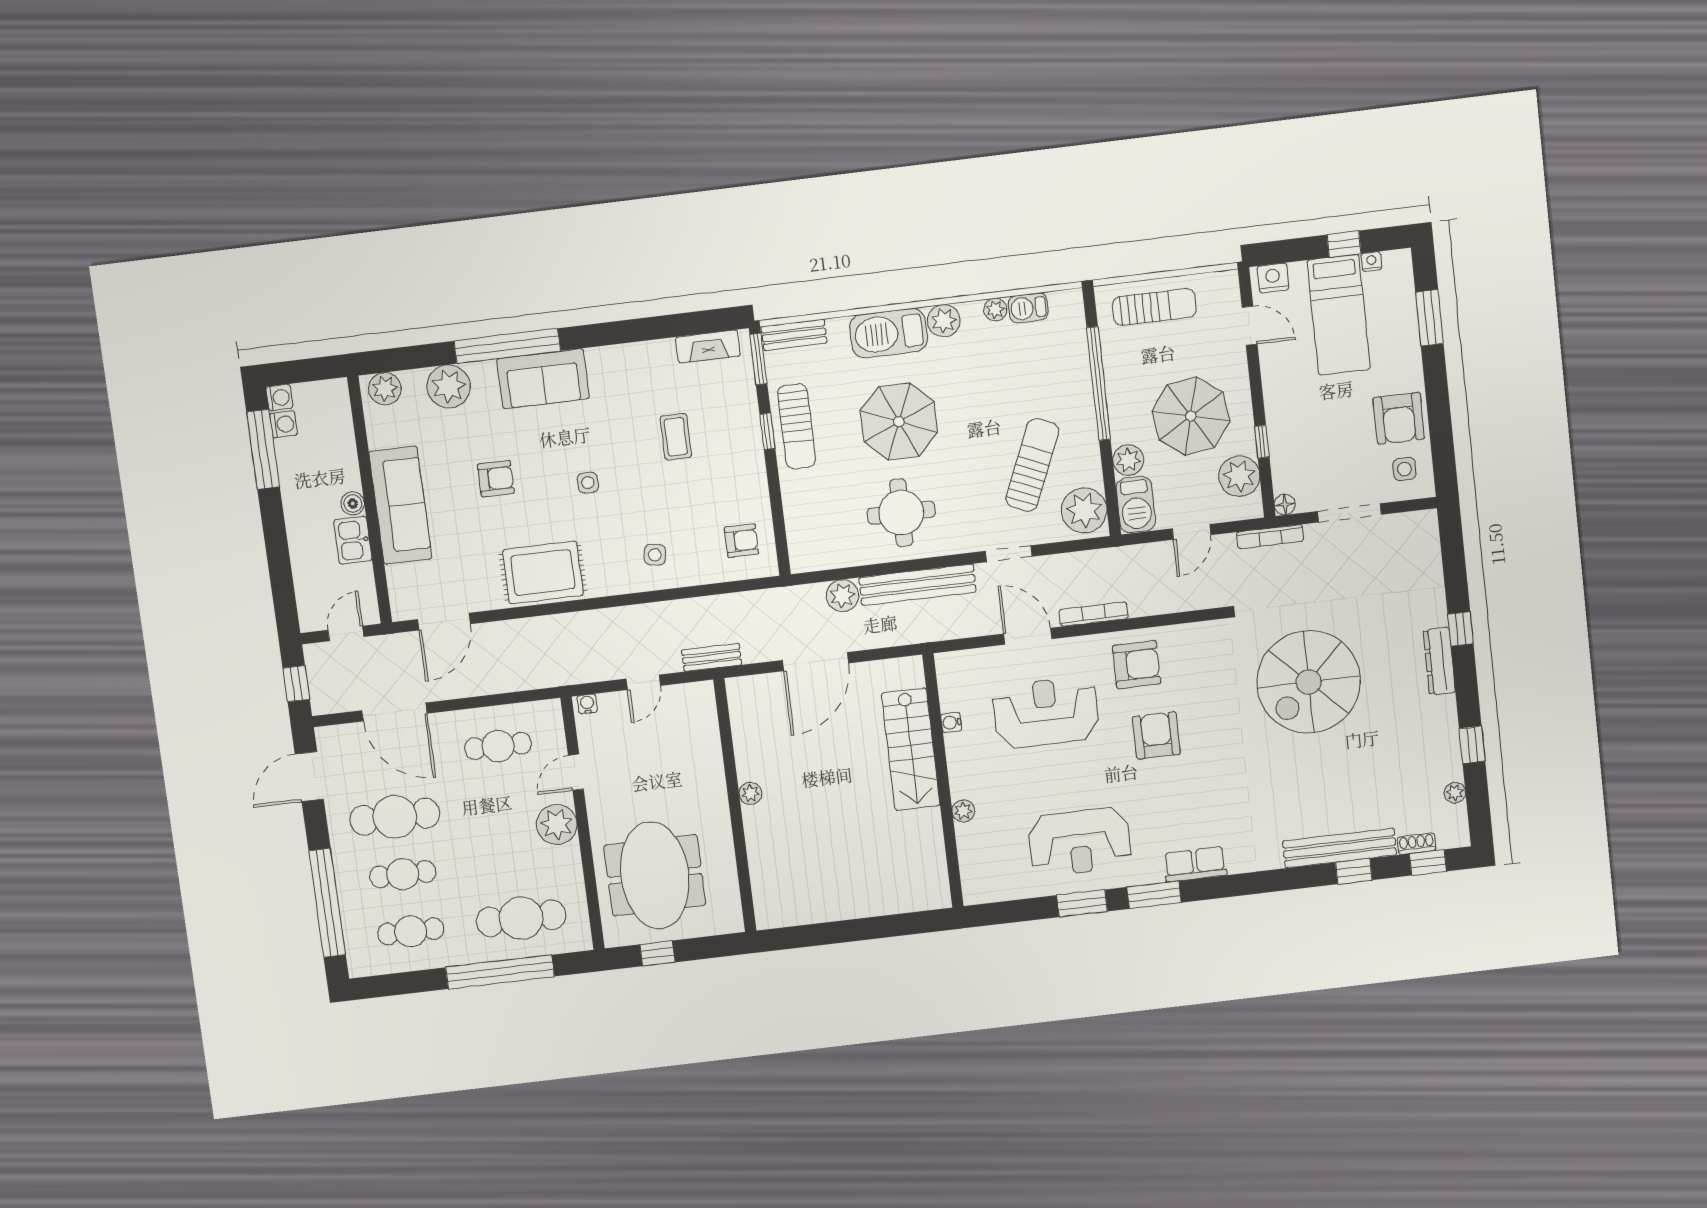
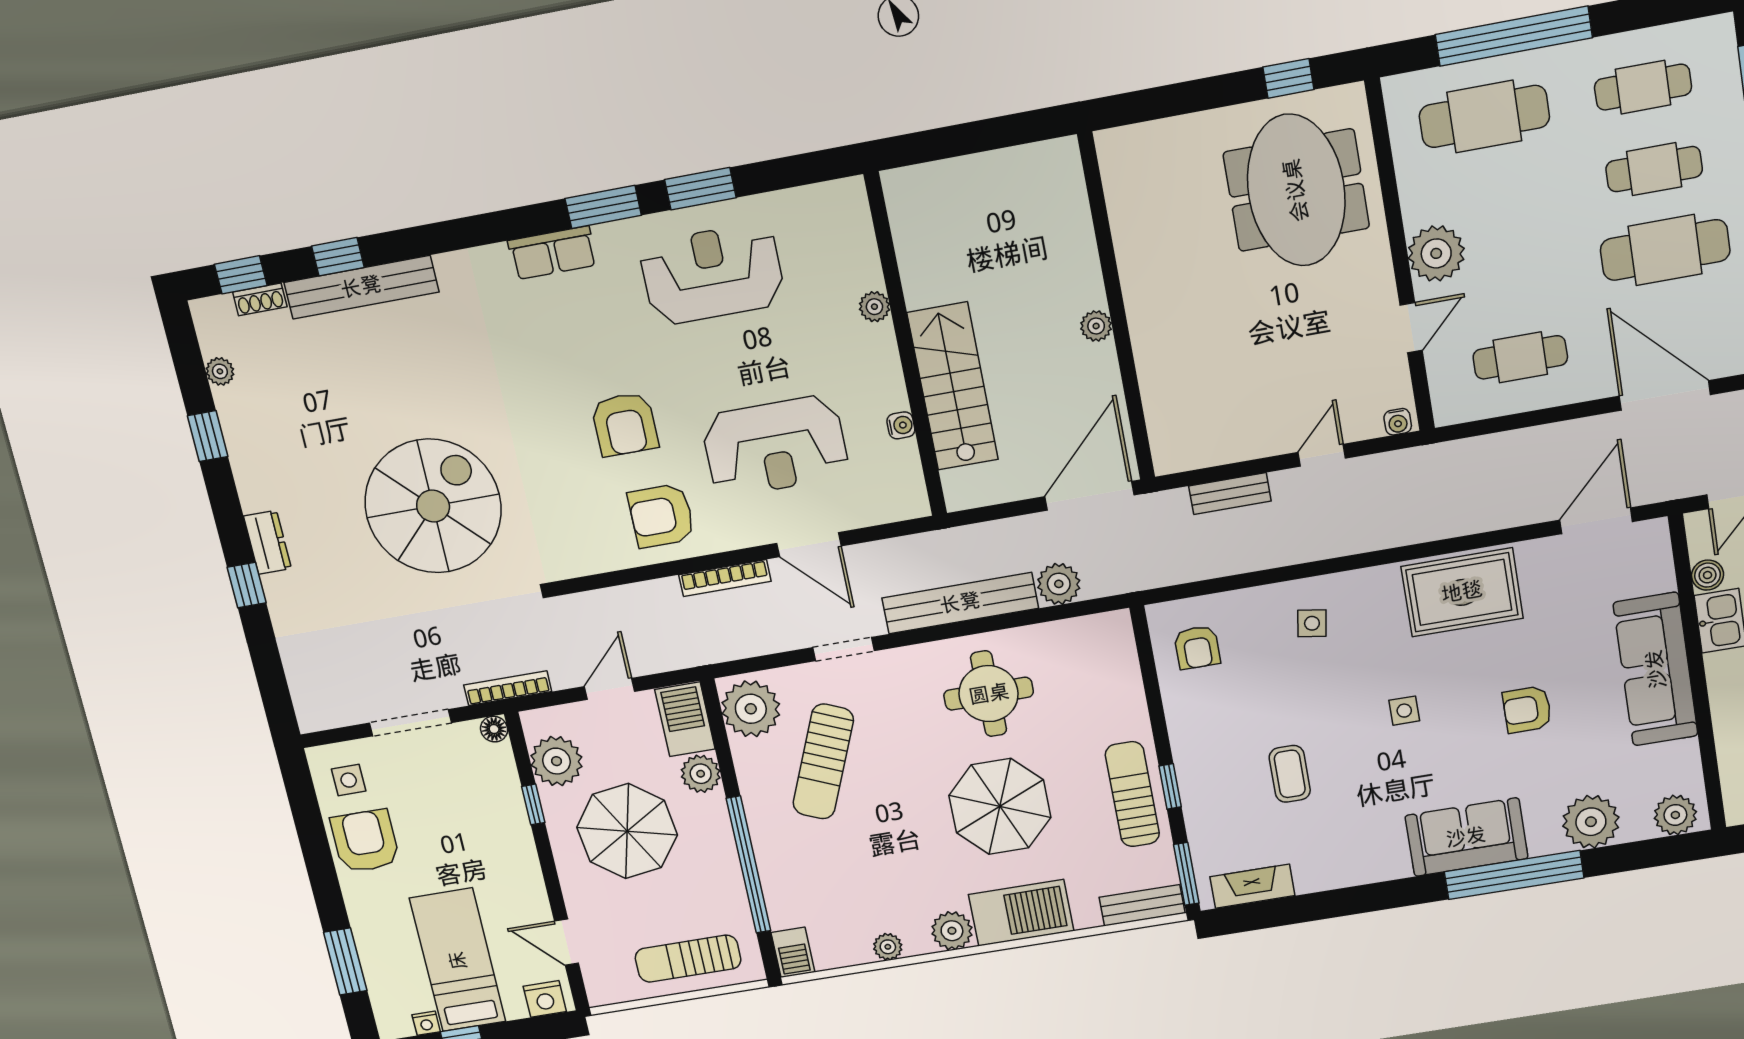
barbecue: (1028, 308) -> (793, 952), moved, turned 90
boiler: (353, 503) -> (1708, 575), moved
armchair: (741, 541) -> (1197, 647), turned -90
dresser: (1439, 661) -> (267, 542), width x0.70
plant: (750, 793) -> (1096, 326), moved
wall: (735, 806) -> (1117, 308), moved

